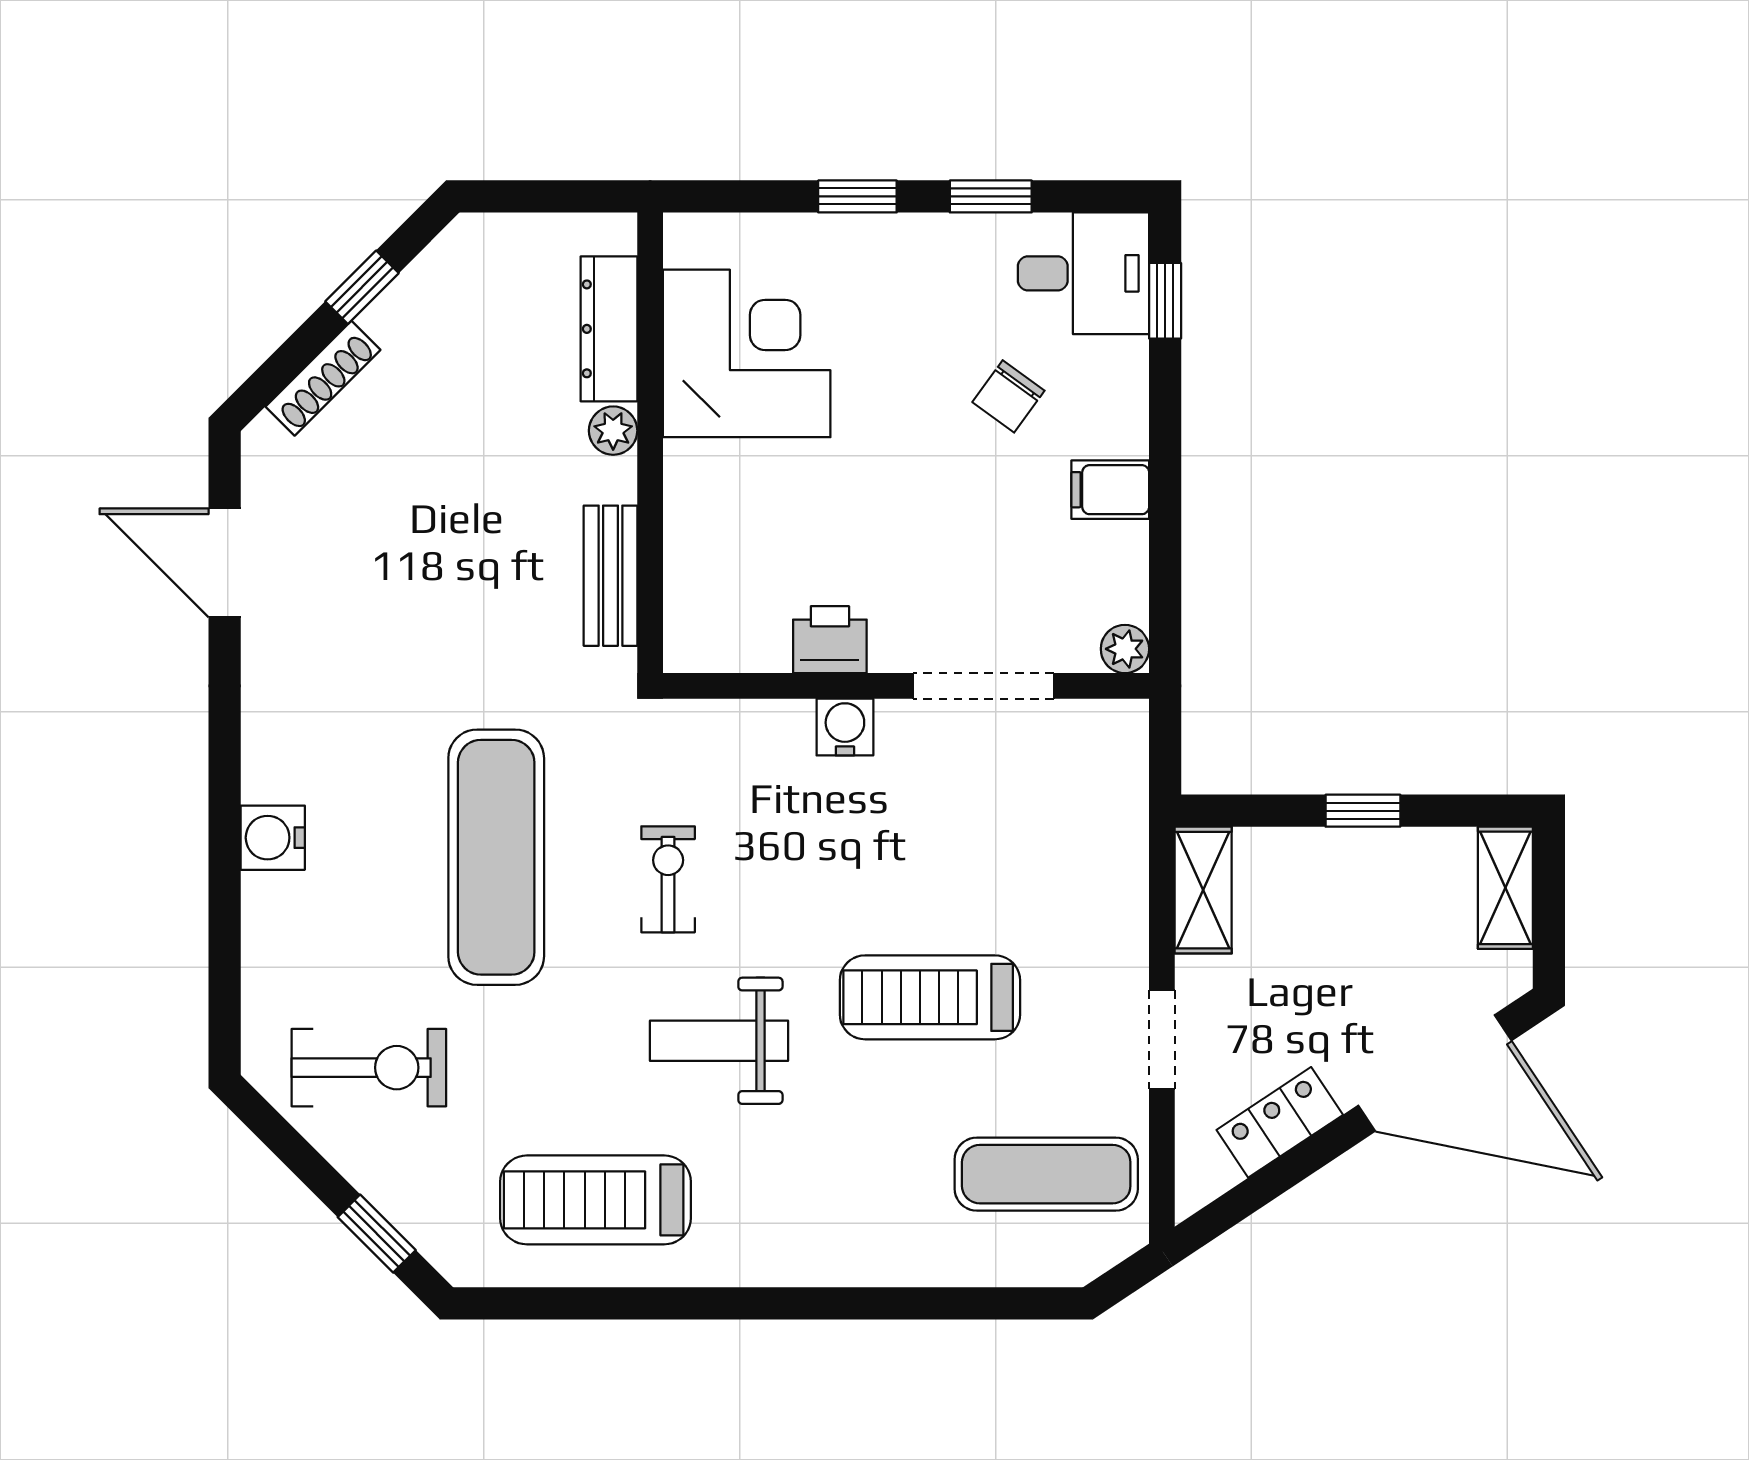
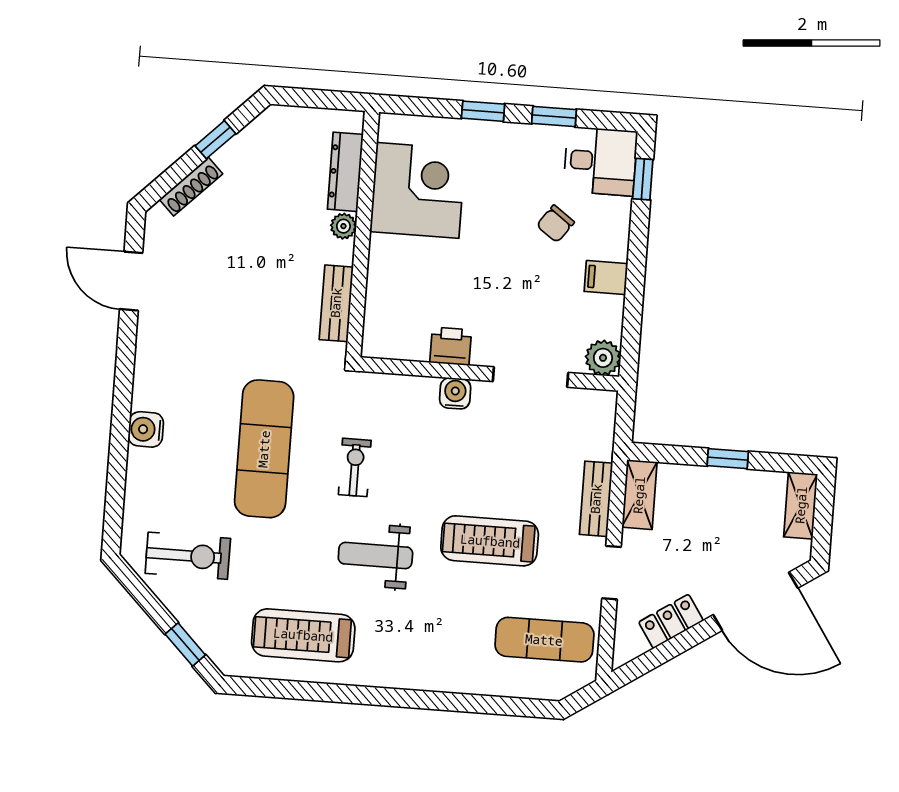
plant: (1125, 649) -> (603, 358), width x1.38, depth x1.38
bench: (1123, 904) -> (596, 499), added

